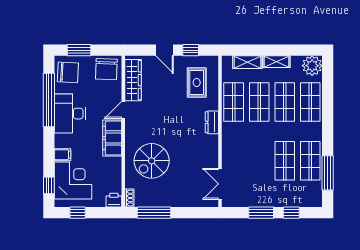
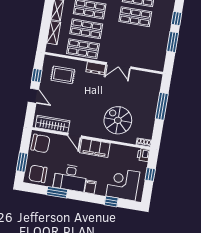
door: (164, 50) -> (33, 96), hinge flipped
chair: (68, 72) -> (38, 174), turned -93
window: (49, 100) -> (57, 192), width x0.47
filing cabinet: (63, 155) -> (90, 187), moved
spiral stairs: (152, 161) -> (118, 120), turned 180
double door: (220, 184) -> (118, 66), moved
window: (49, 185) -> (111, 201), moved
window: (78, 213) -> (150, 174), moved
window: (154, 213) -> (162, 106), moved

